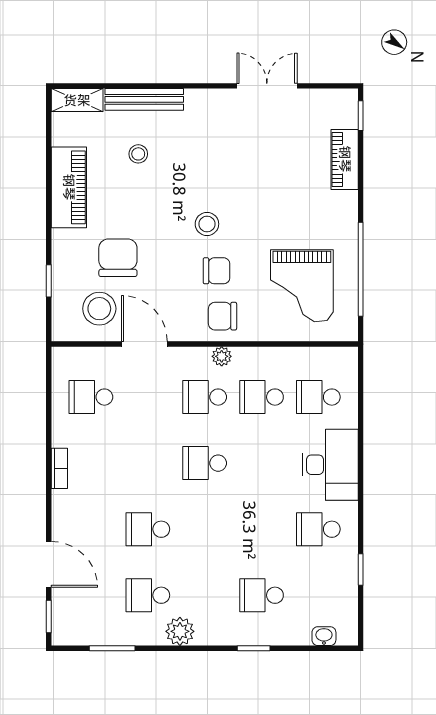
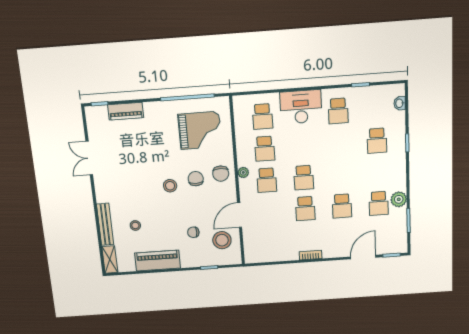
chair: (118, 258) -> (193, 232), width x0.54, depth x0.54
school desk: (91, 397) -> (305, 209), moved
plant: (180, 631) -> (399, 199), moved

